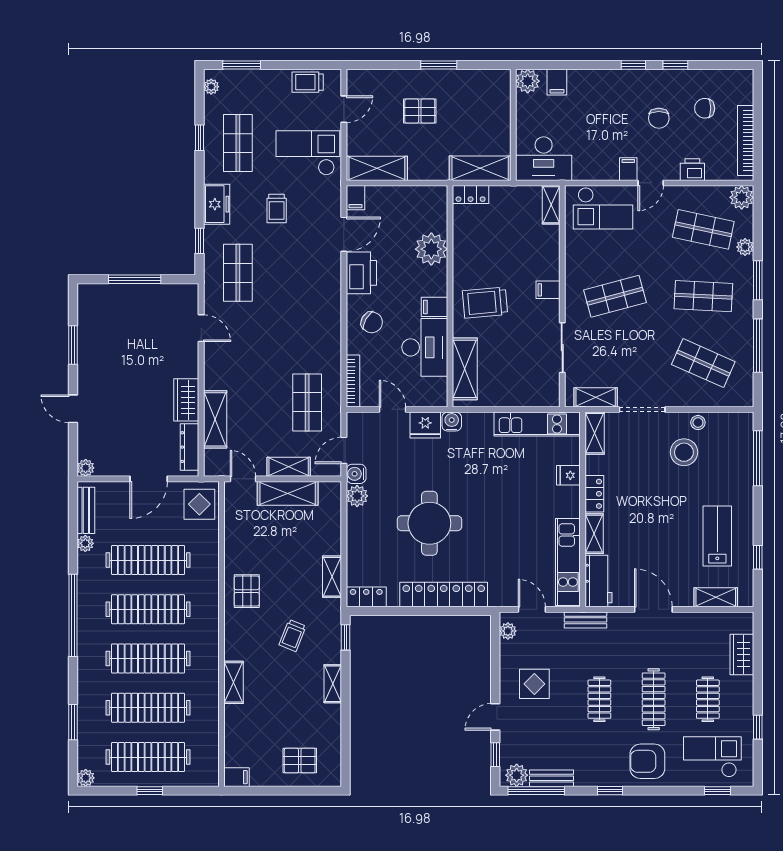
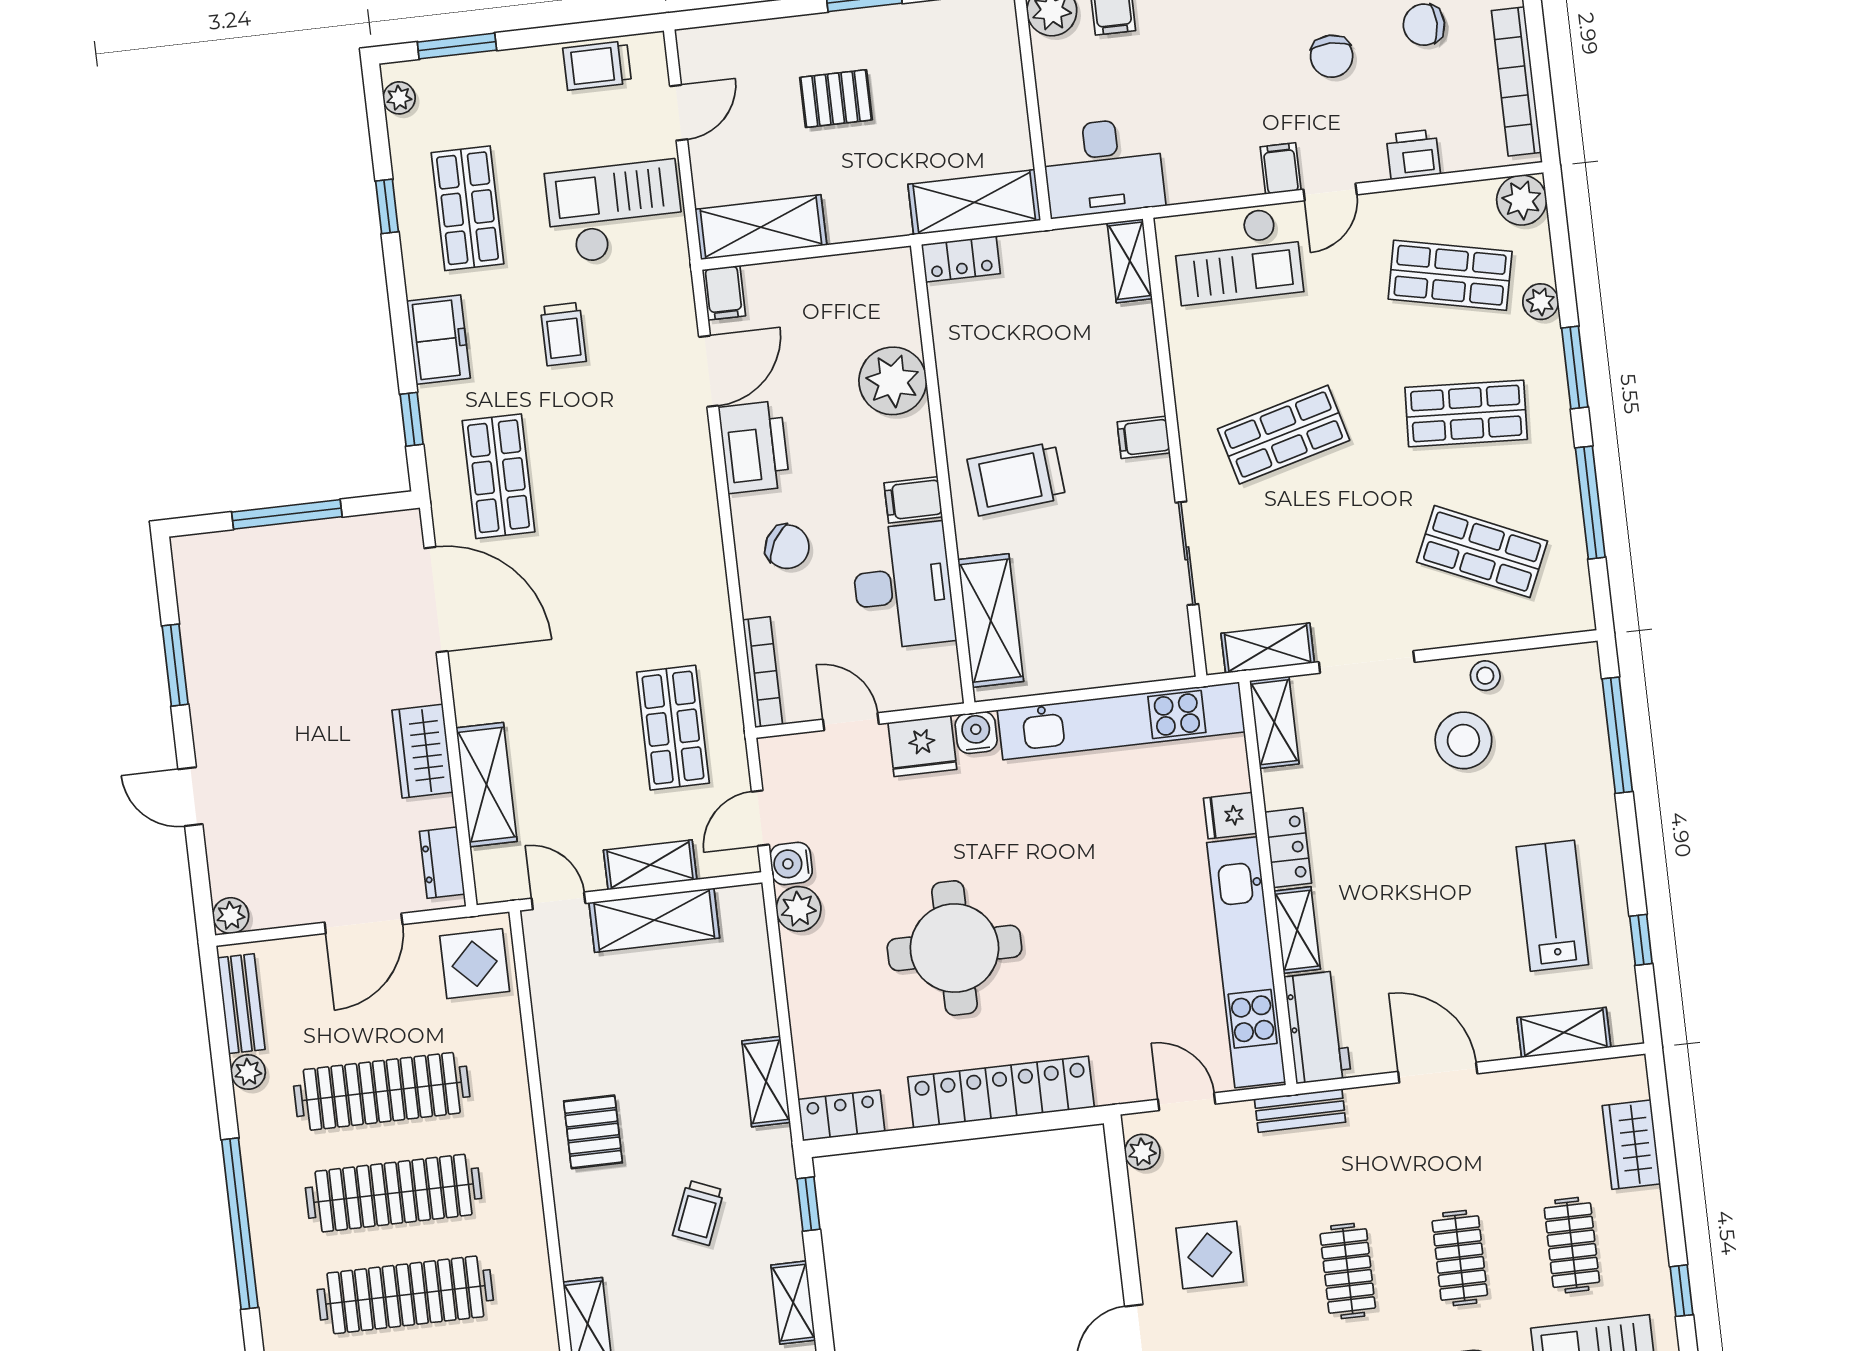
door: (201, 328) -> (436, 600), width x1.87
kitchen unit: (537, 424) -> (1121, 721), width x1.36
dresser: (189, 447) -> (442, 863), width x0.70
kitchen unit: (568, 562) -> (1246, 962), width x1.36
clothes rail: (654, 699) -> (1460, 1258), width x0.73

